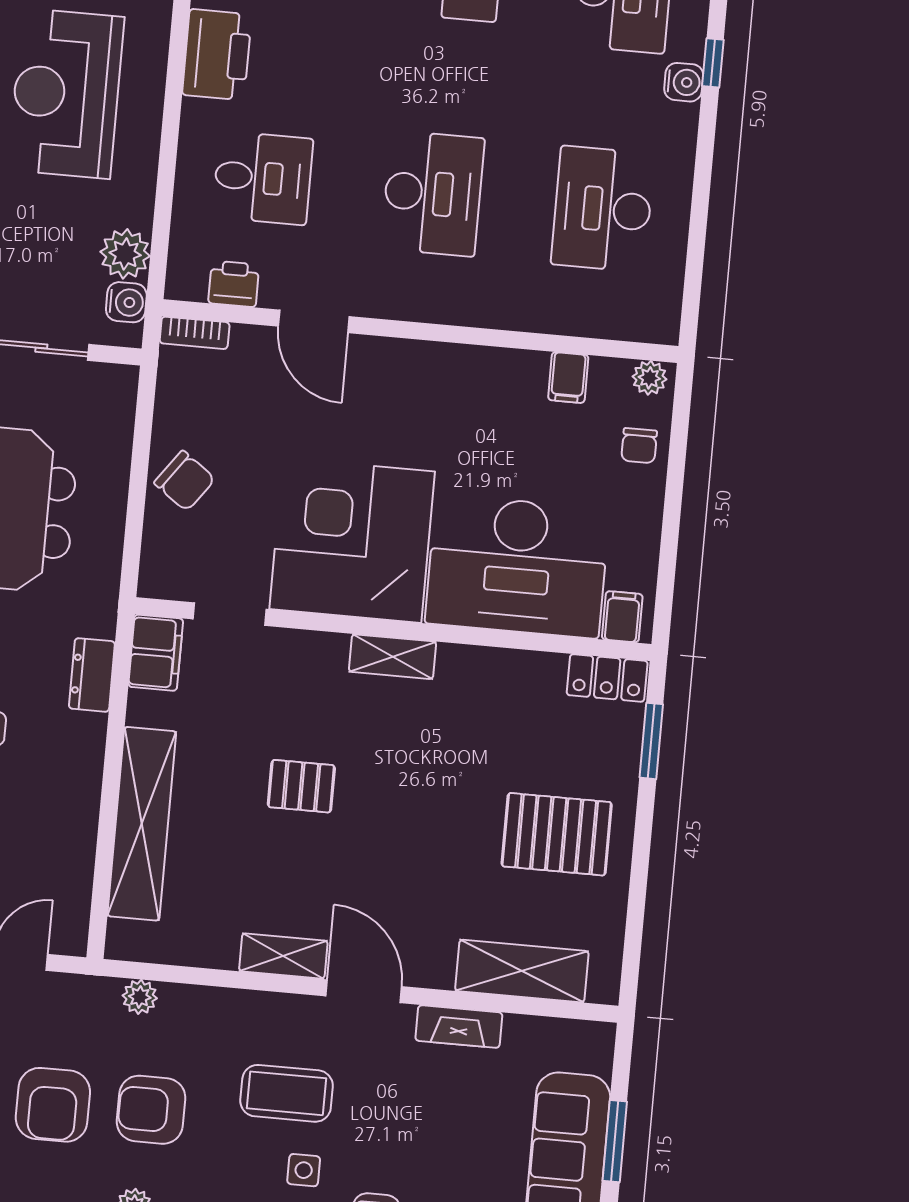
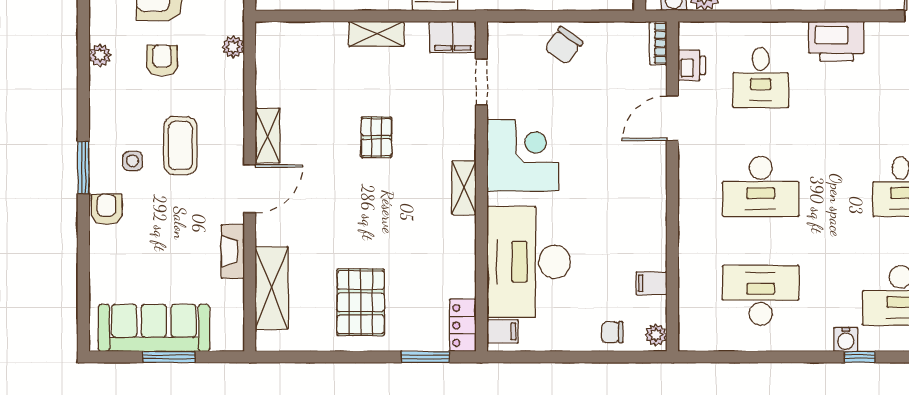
corner desk: (352, 540) -> (523, 155), width x0.74, depth x0.74
shelving: (142, 824) -> (376, 34), width x0.45, depth x0.75
armchair: (151, 1110) -> (162, 60), width x0.72, depth x0.72

